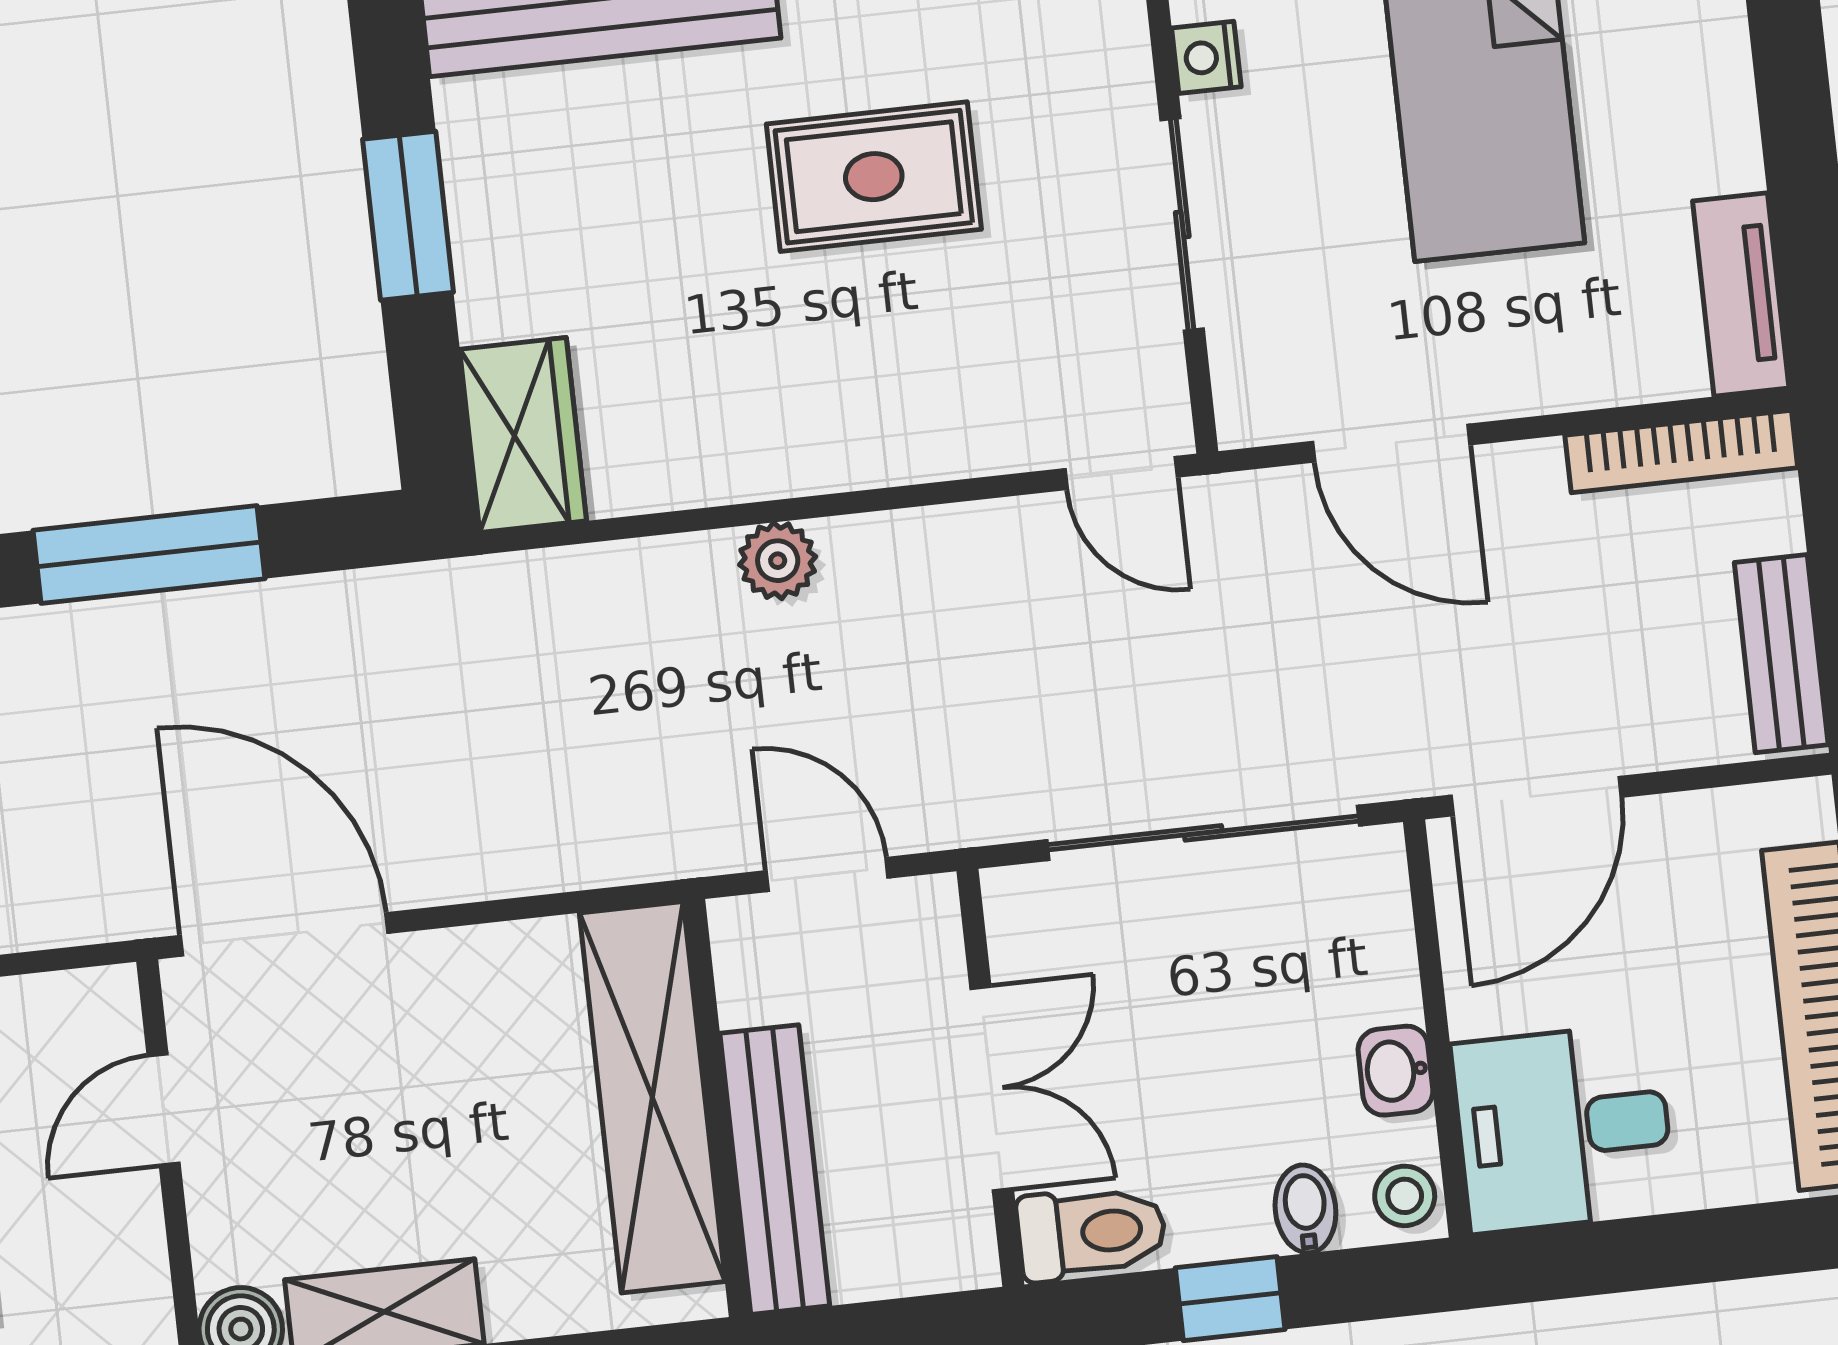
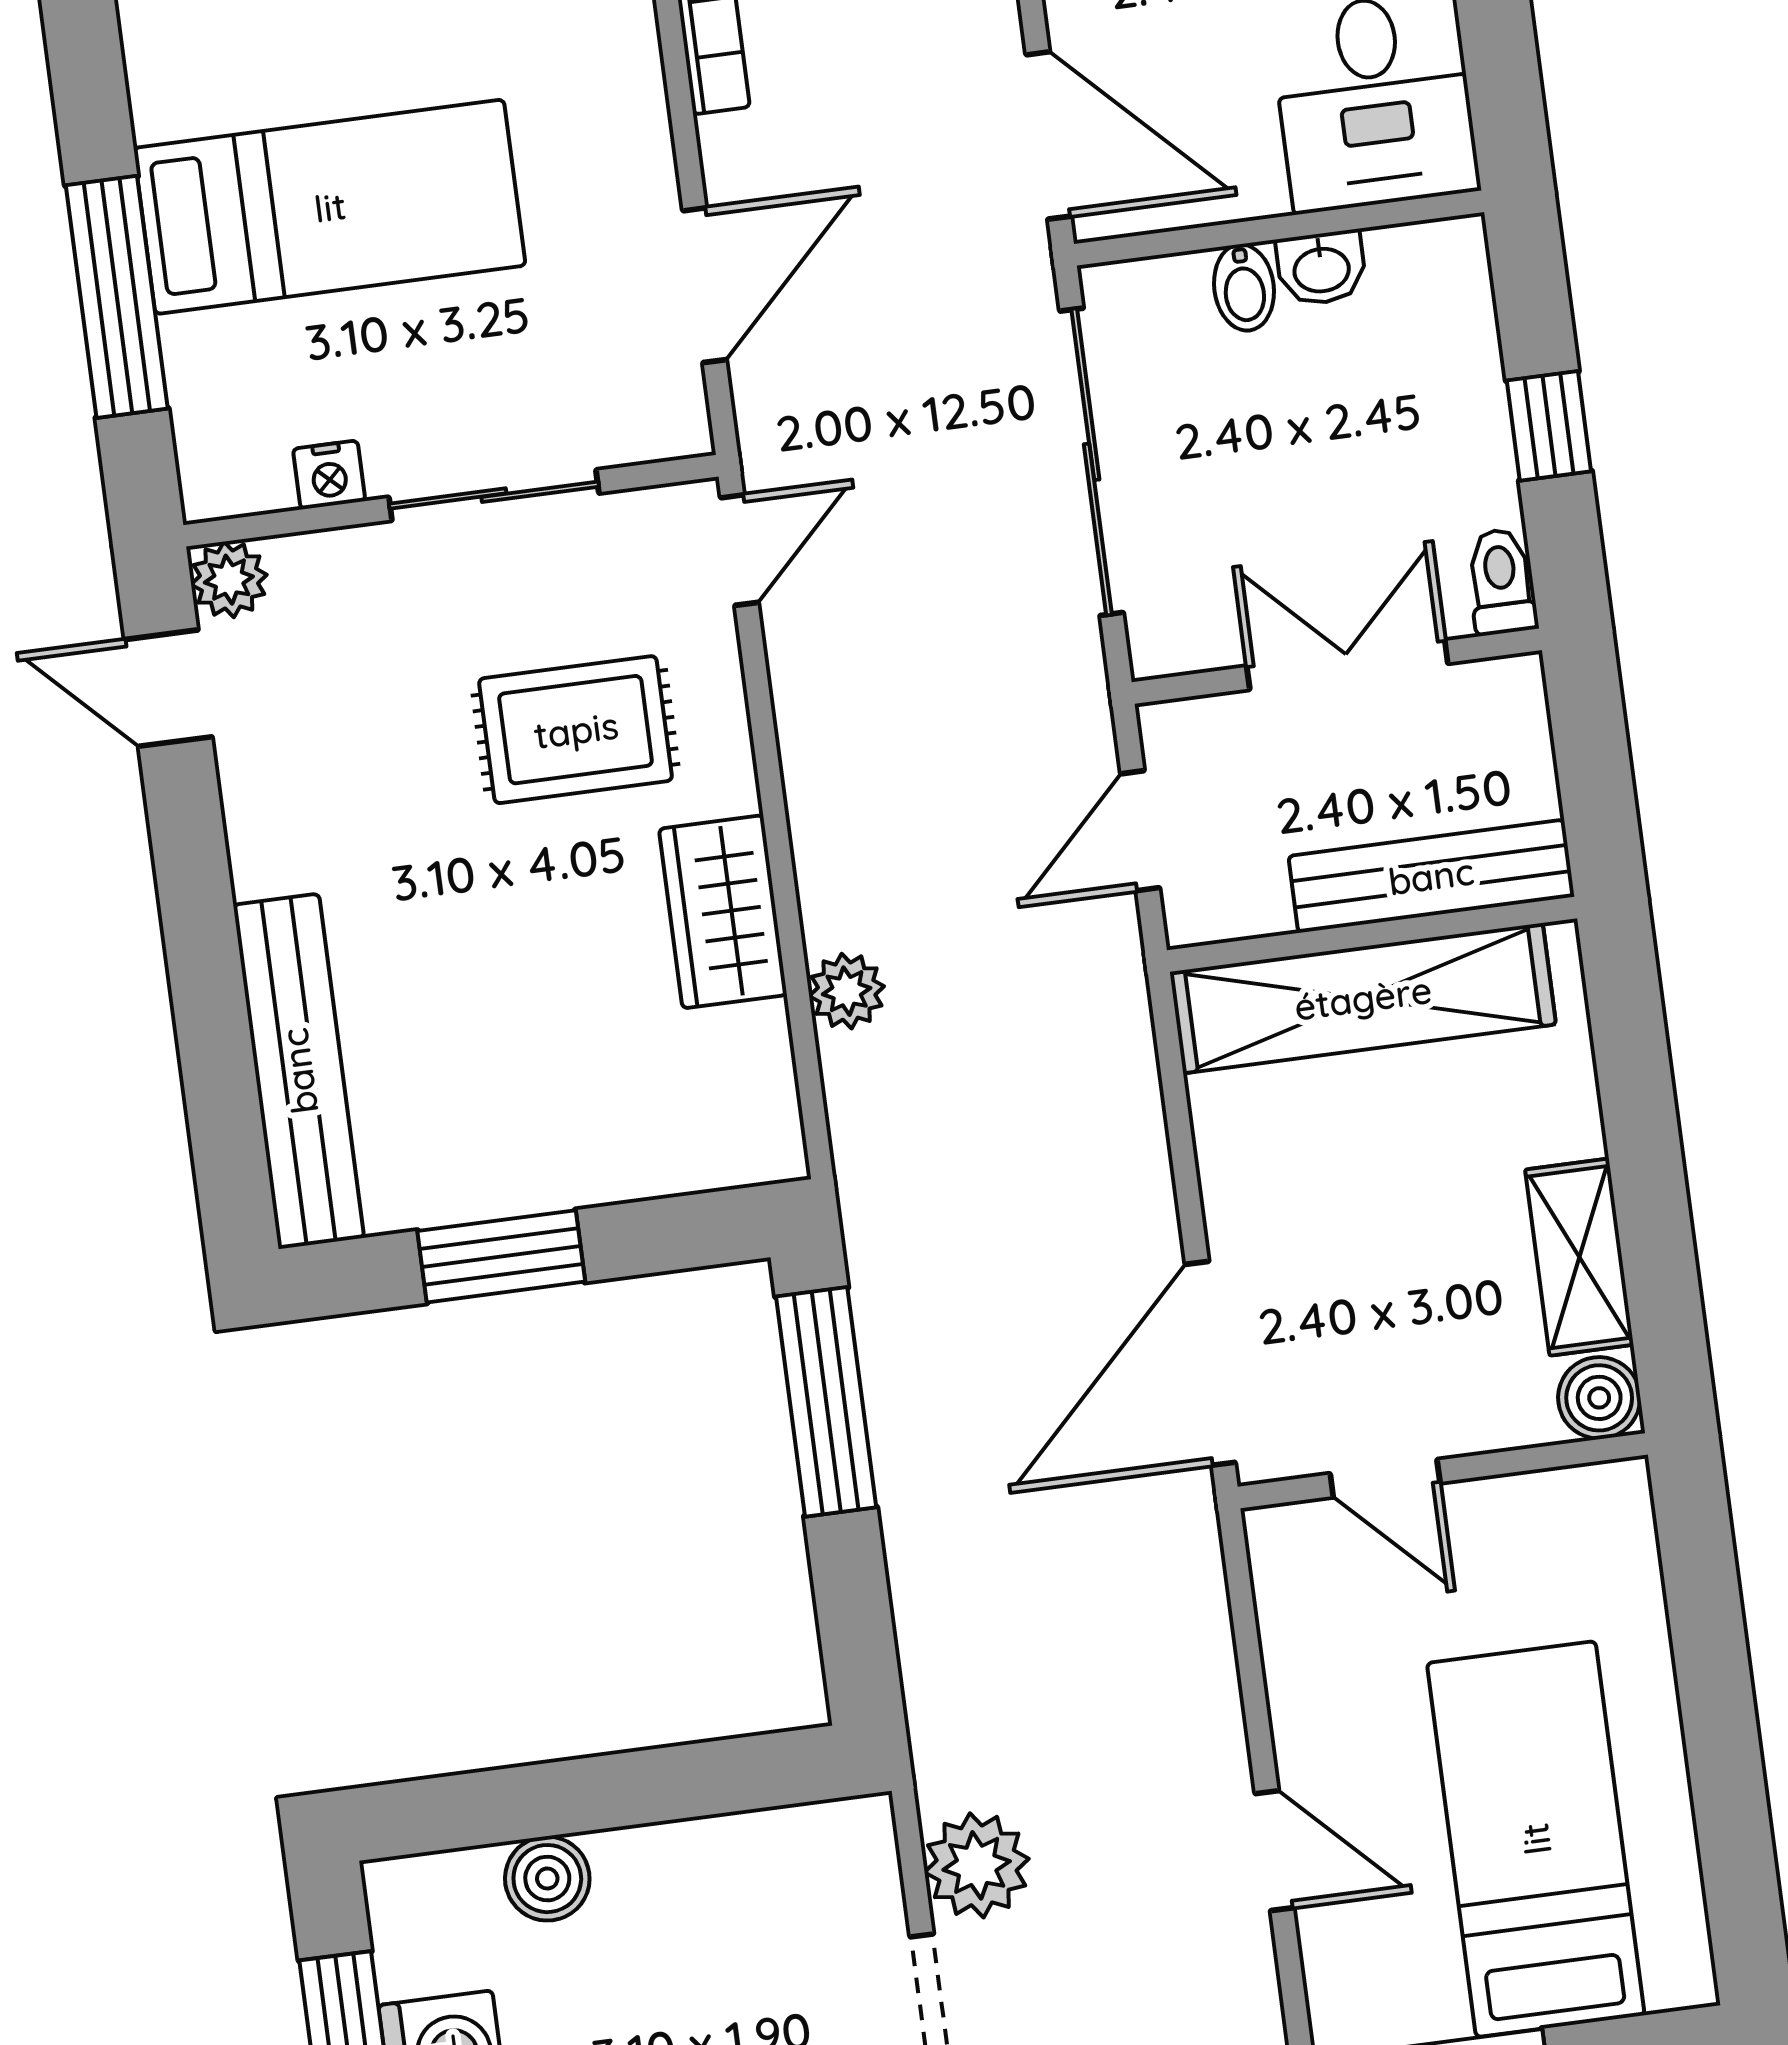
rug: (874, 177) -> (576, 730), moved, turned 90
wardrobe: (523, 435) -> (723, 912), moved, turned -90
window: (149, 554) -> (826, 1402), moved
plant: (778, 561) -> (847, 991), moved
stool: (1405, 1196) -> (1444, 256), removed
bidet: (1305, 1209) -> (1244, 287), moved, turned -90
toilet: (1091, 1233) -> (1501, 582), width x0.73, depth x0.72

